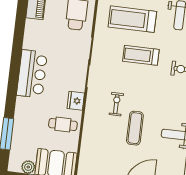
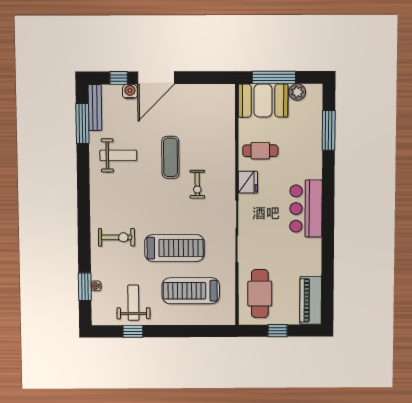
treadmill: (132, 19) -> (191, 291), turned 180
treadmill: (141, 55) -> (175, 248), width x1.37, depth x1.38

